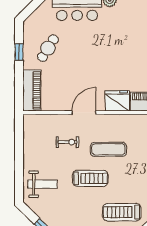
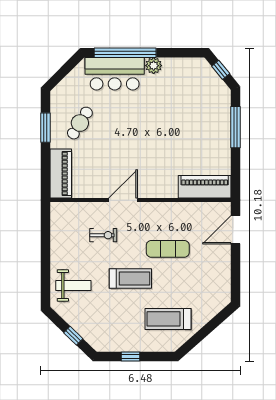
window: (19, 52) -> (45, 128), width x1.50
fridge: (117, 101) -> (163, 186), removed
exercise mat: (108, 149) -> (168, 249), moved

